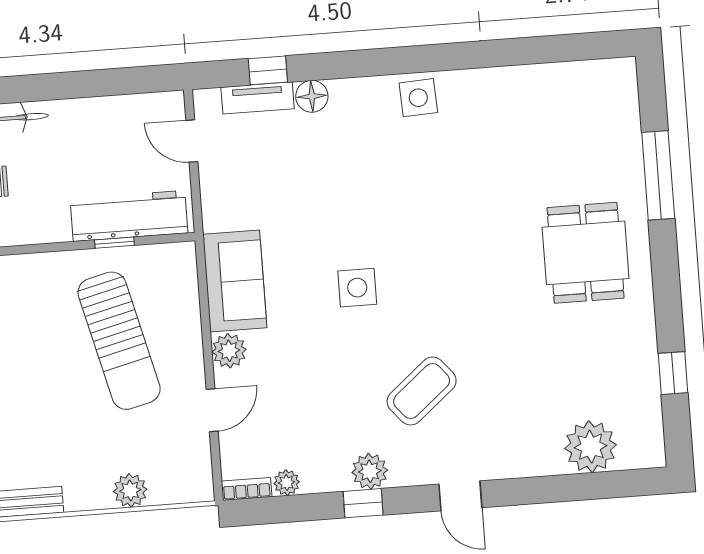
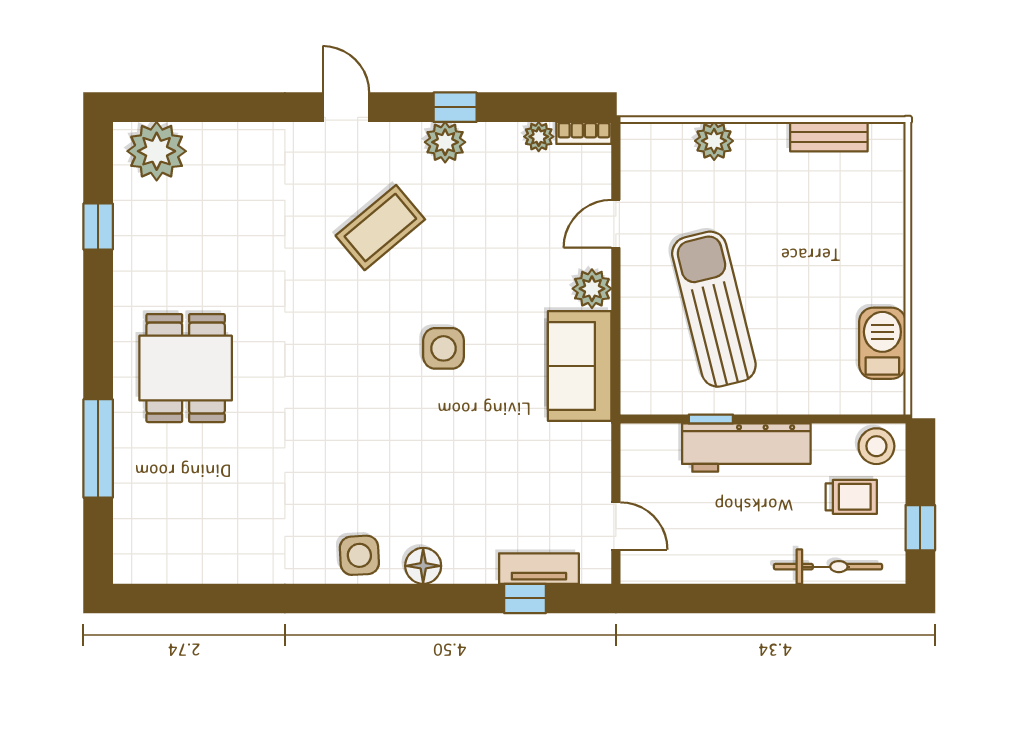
floor lamp: (312, 96) -> (423, 566), moved
workbench: (129, 216) -> (746, 448), moved
plant: (591, 447) -> (157, 151), moved

